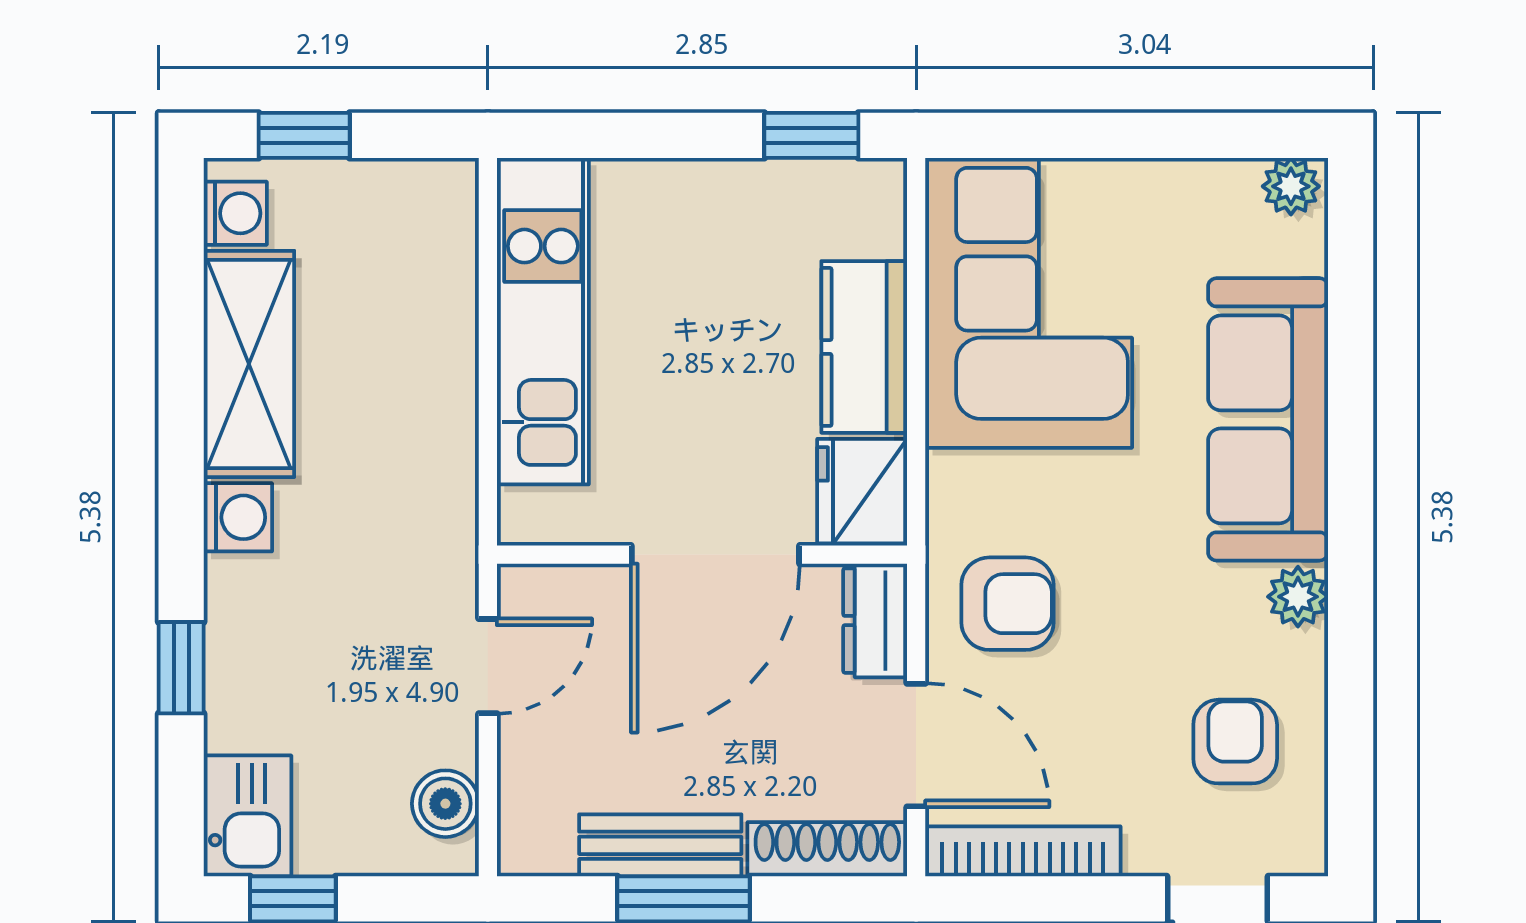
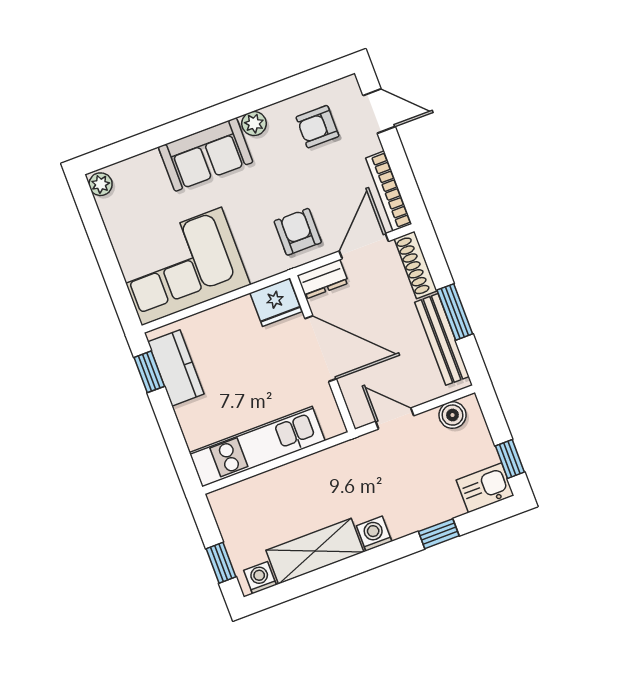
kitchen counter: (864, 347) -> (176, 368), moved, turned -90
sofa: (1268, 419) -> (206, 155), width x0.73
bench: (660, 845) -> (442, 339), width x1.36

